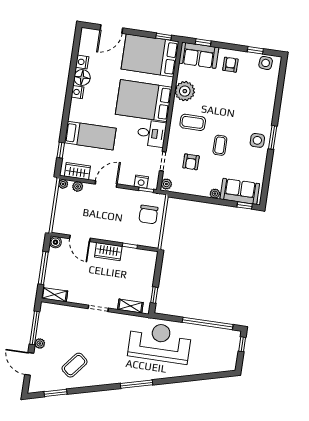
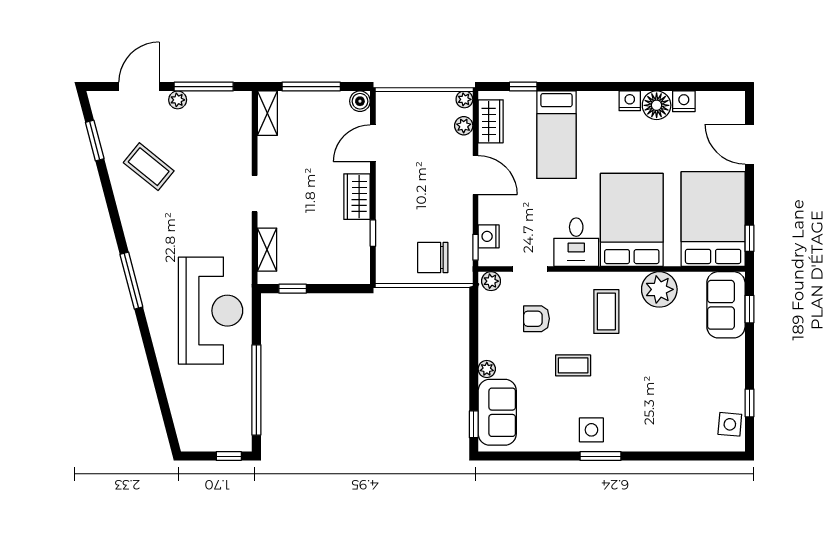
armchair: (230, 65) -> (718, 363), removed

